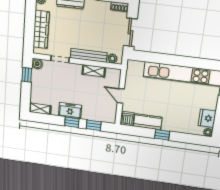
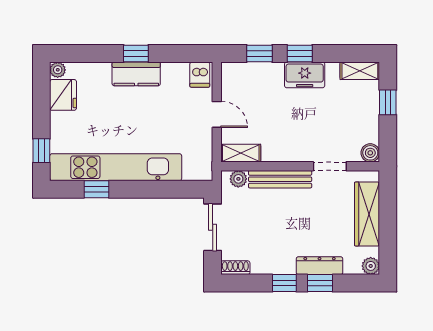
window: (196, 63) -> (96, 189), added
shelving: (94, 71) -> (241, 153), moved
window: (27, 75) -> (388, 102), moved
kitchen counter: (148, 122) -> (136, 74), moved

